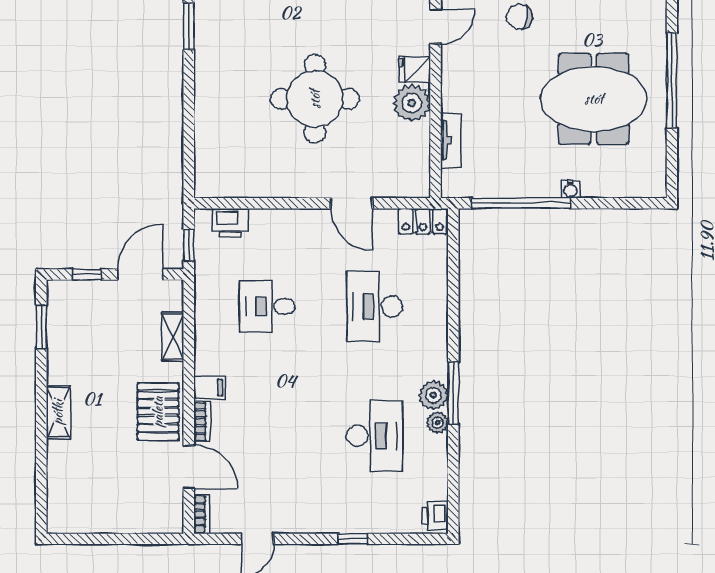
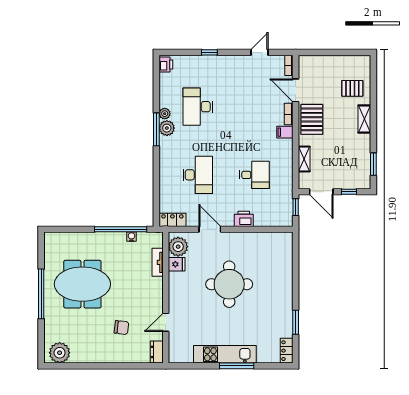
fridge: (415, 70) -> (177, 264), moved
plant: (412, 103) -> (178, 247), moved
water cooler: (570, 189) -> (131, 237), moved
printer: (230, 223) -> (244, 219), moved
door: (140, 274) -> (321, 192), hinge flipped
pallet: (81, 471) -> (352, 88), added

